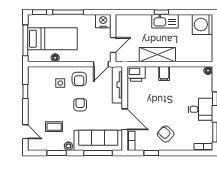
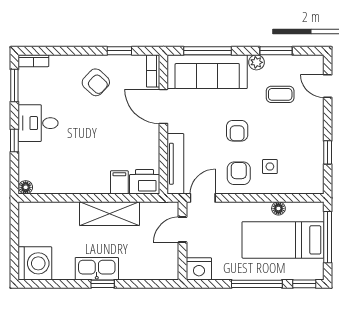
filing cabinet: (164, 73) -> (119, 182), moved

